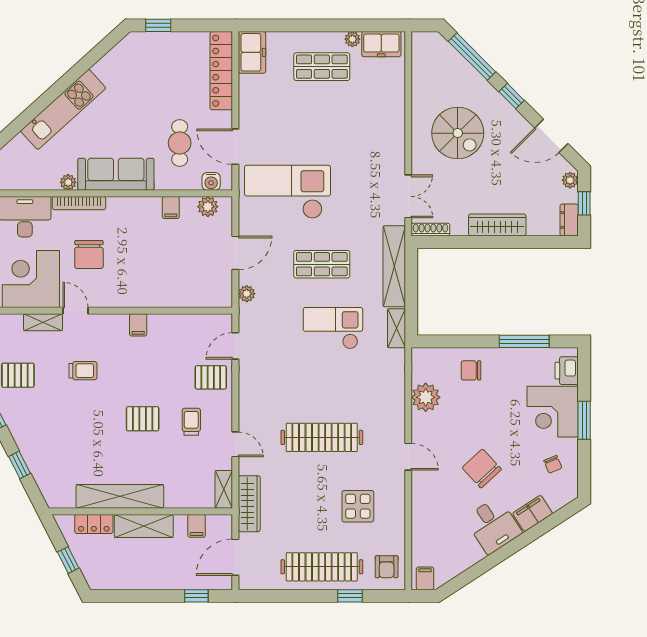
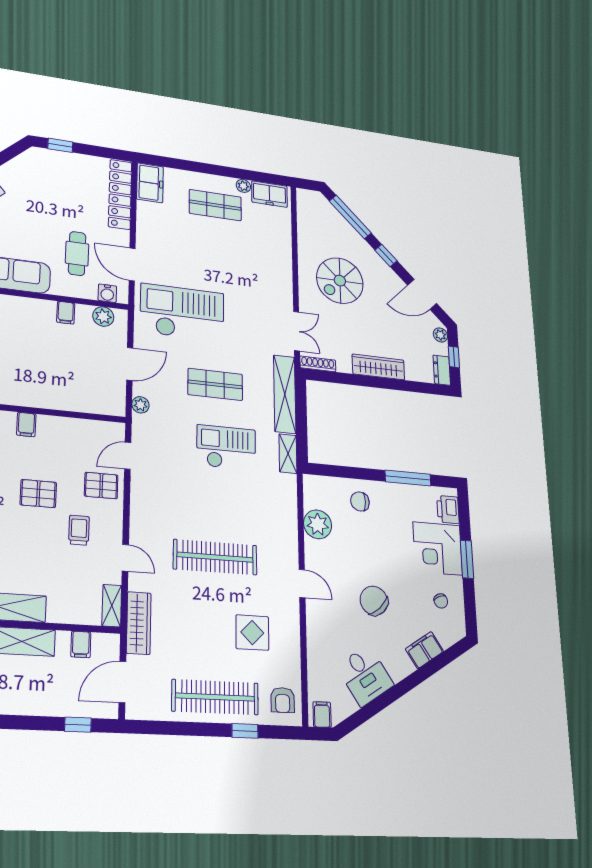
spiral stairs: (458, 133) -> (340, 281), turned 90
pallet: (143, 419) -> (38, 494), moved
desk: (493, 525) -> (365, 676), moved

